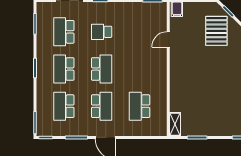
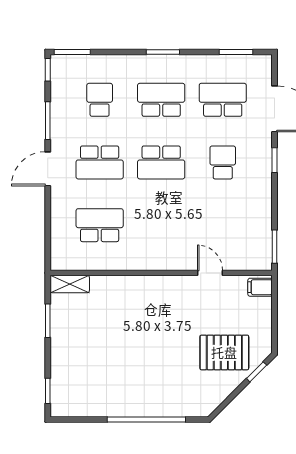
school desk: (64, 106) -> (100, 100), width x0.54

